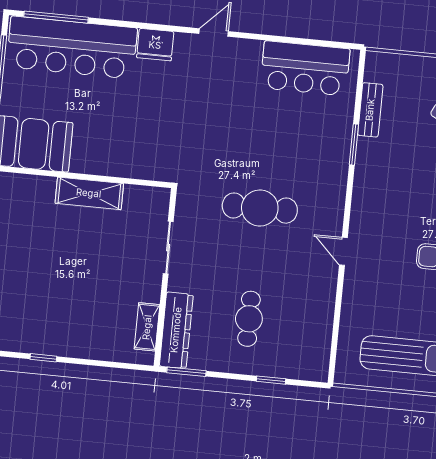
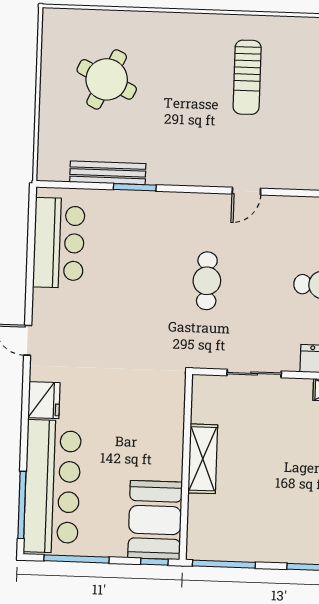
bench: (370, 110) -> (108, 173), width x1.36
cafe table: (260, 208) -> (207, 281), width x0.73, depth x0.74

